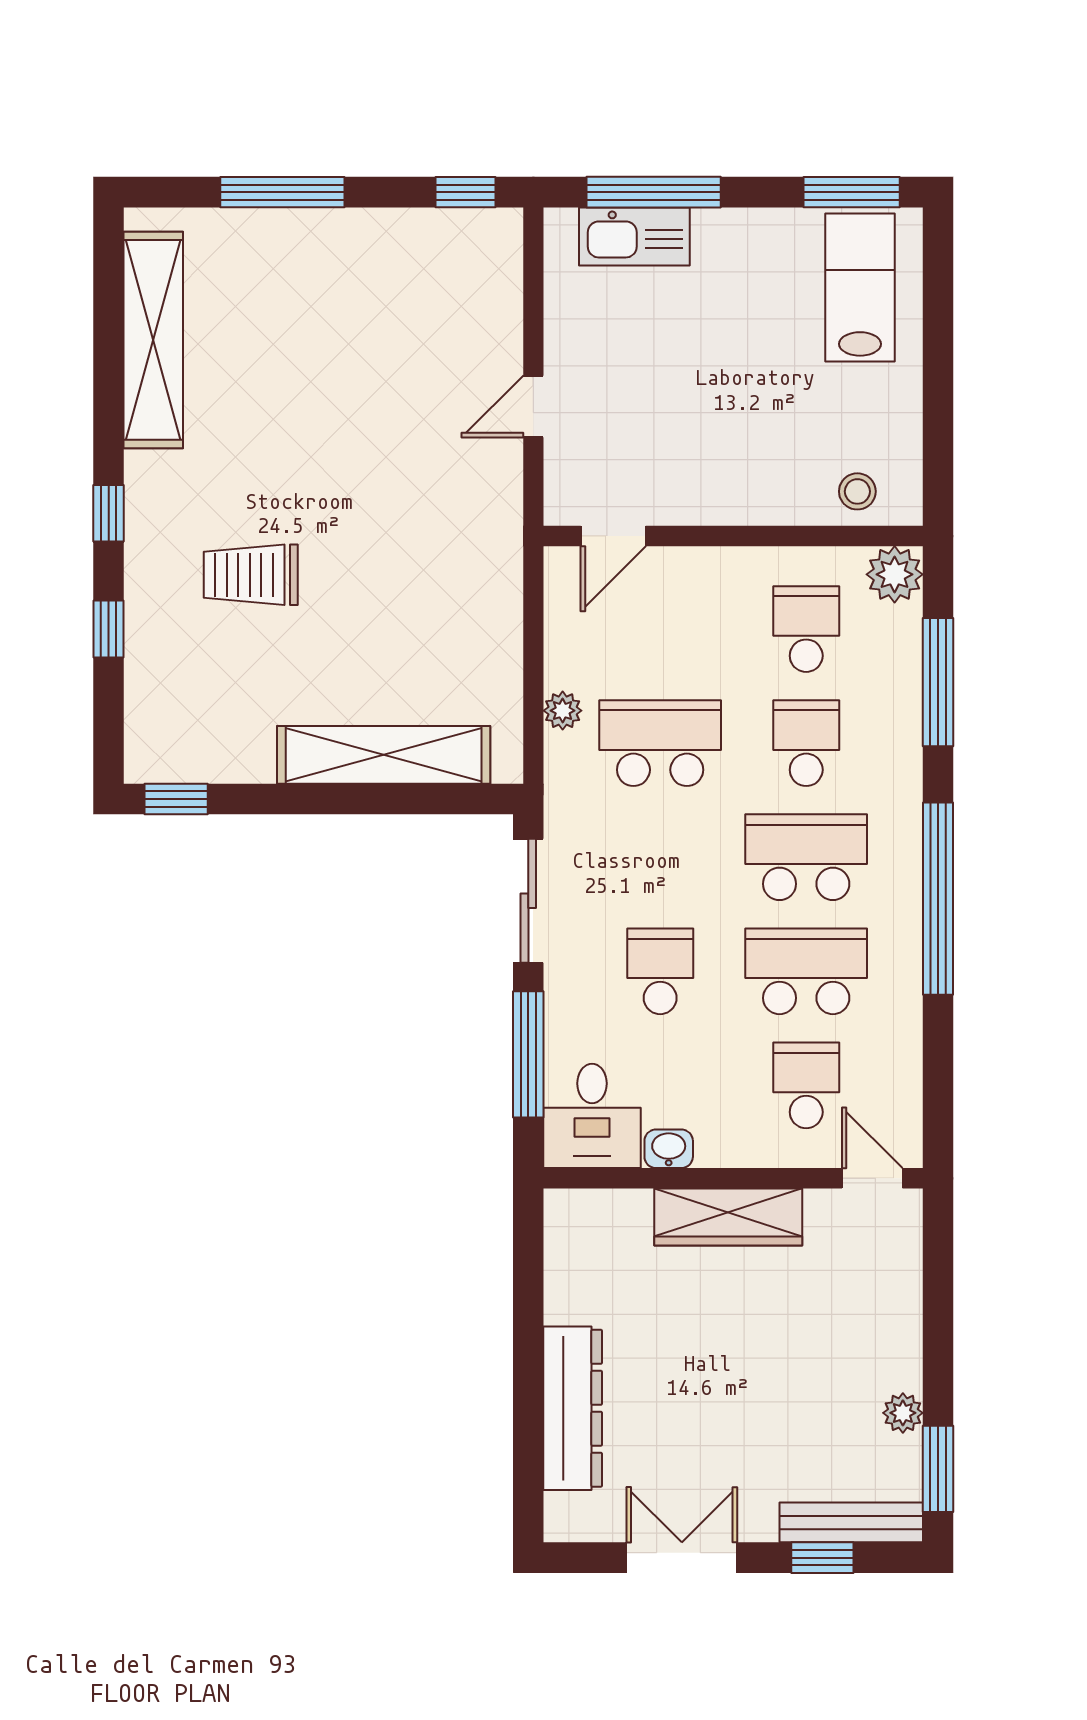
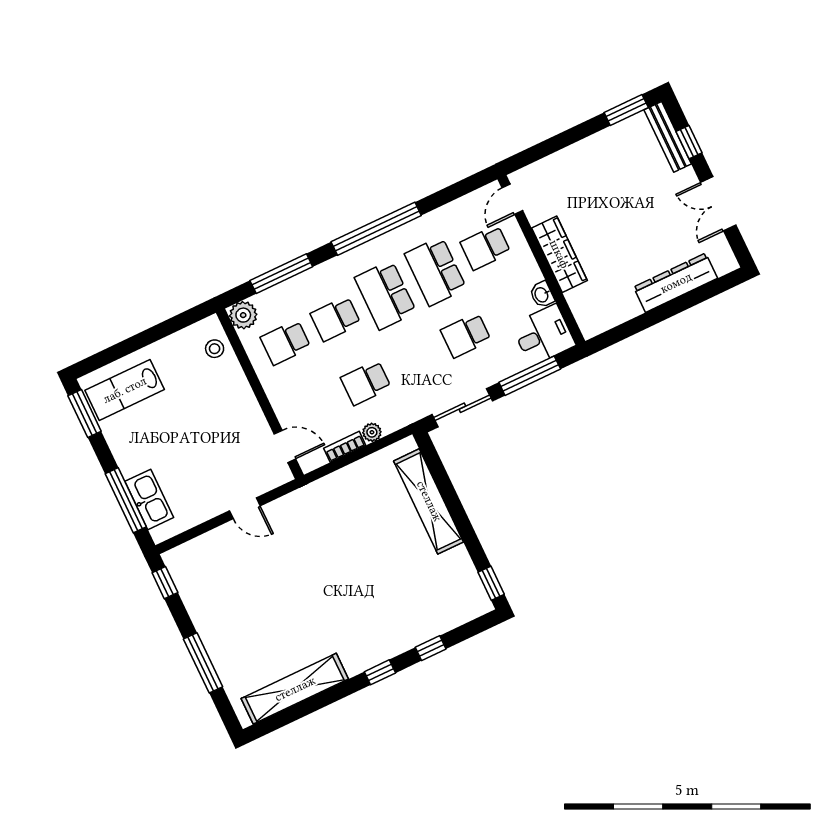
trolley: (251, 575) -> (377, 597), removed
bookcase: (560, 647) -> (345, 447), added
school desk: (660, 743) -> (366, 383), width x0.54
plant: (903, 1413) -> (609, 137), removed

